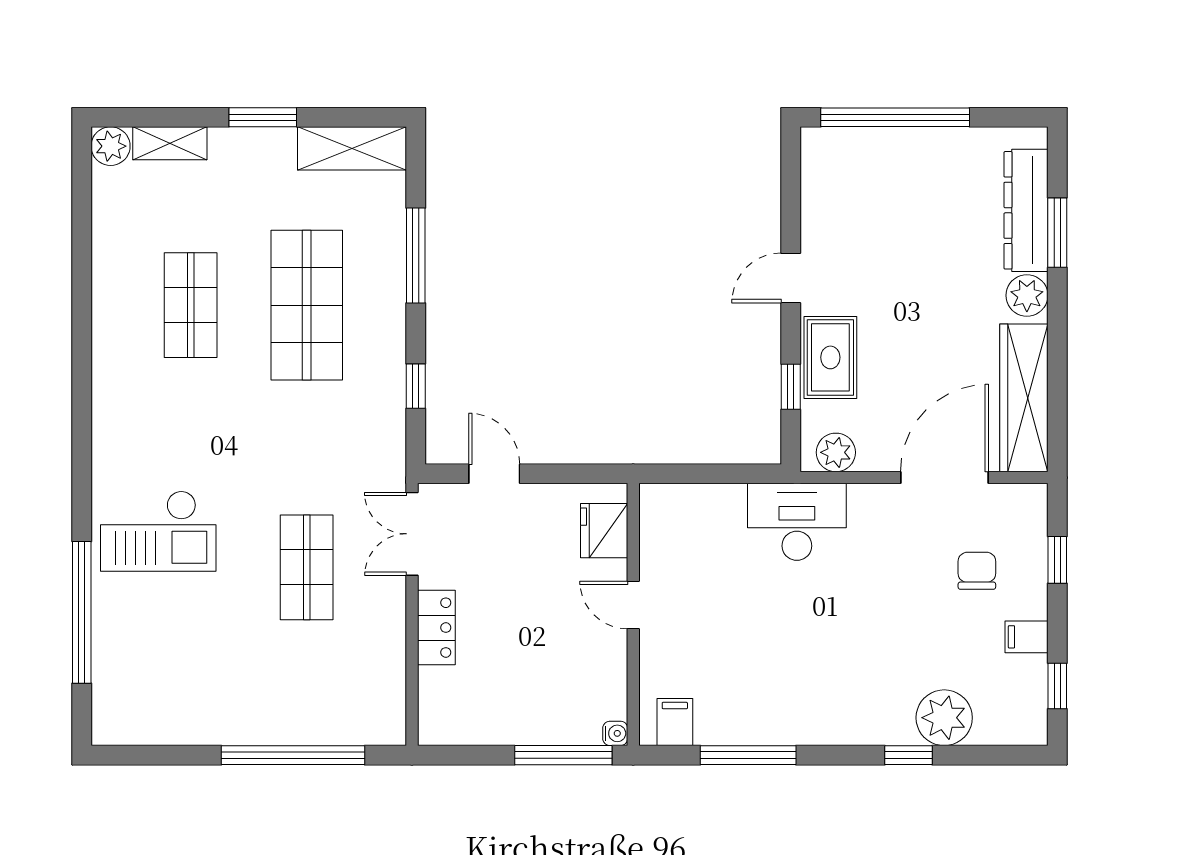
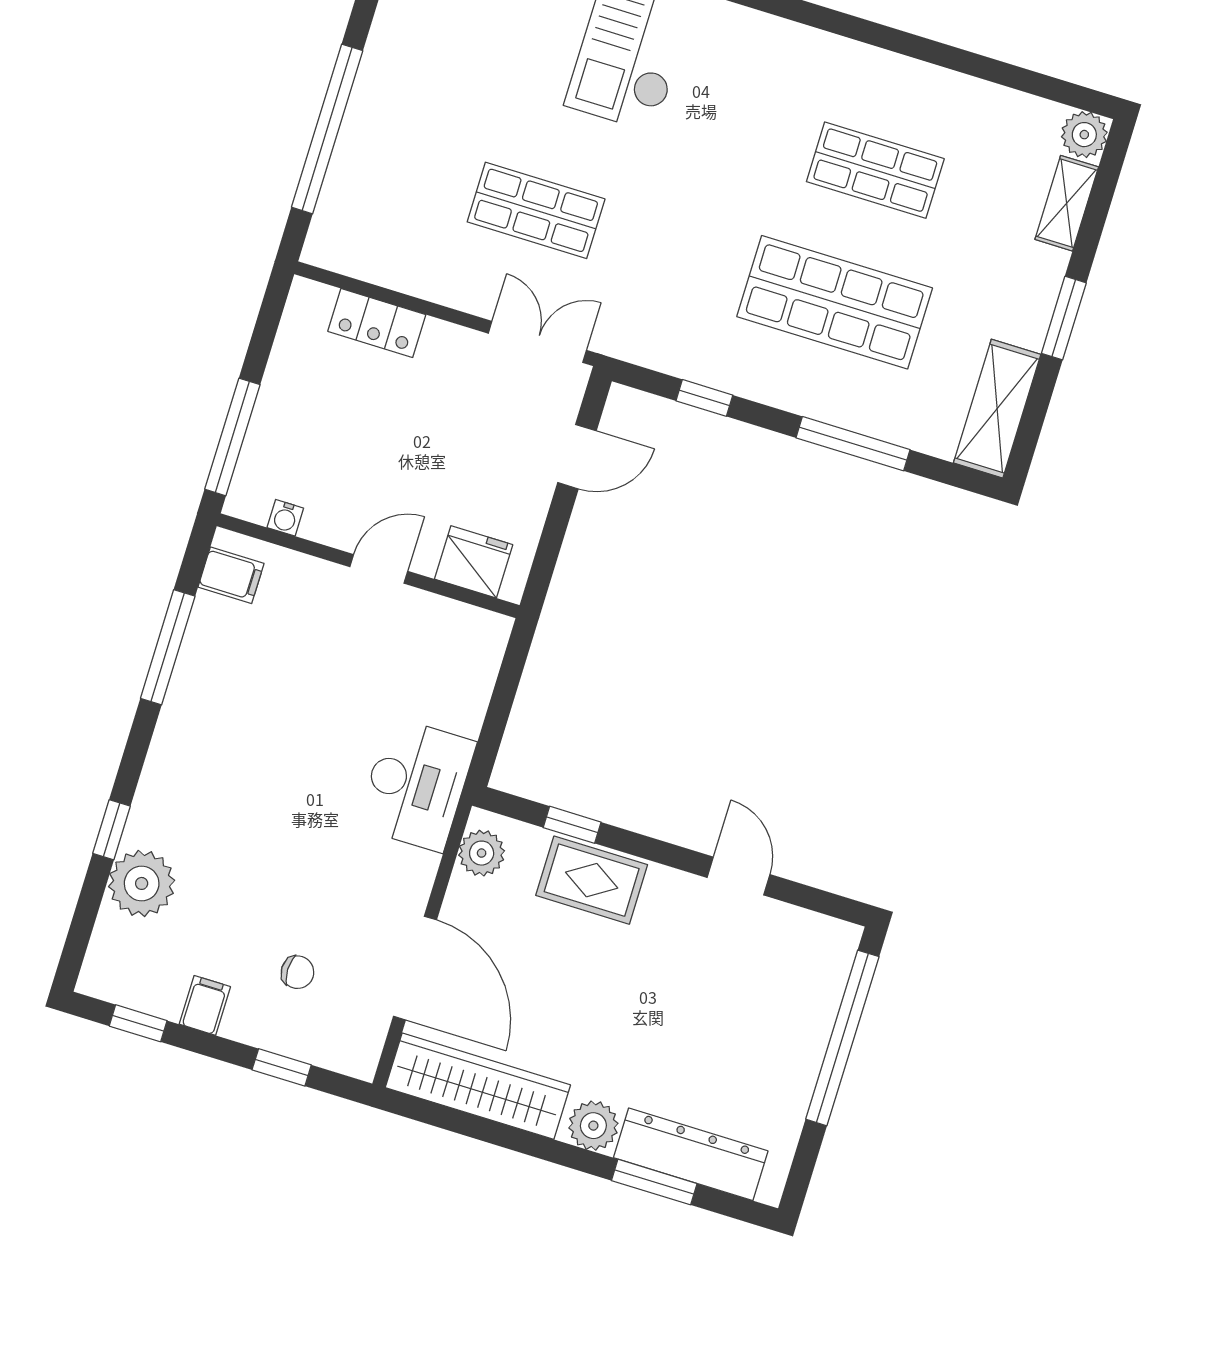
door: (791, 278) -> (738, 876), moved
chair: (977, 571) -> (297, 972), width x0.73, depth x0.73
locker: (436, 628) -> (377, 323), moved
water cooler: (615, 733) -> (285, 518), moved

